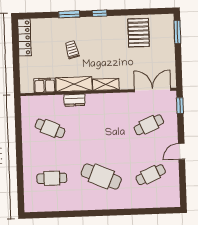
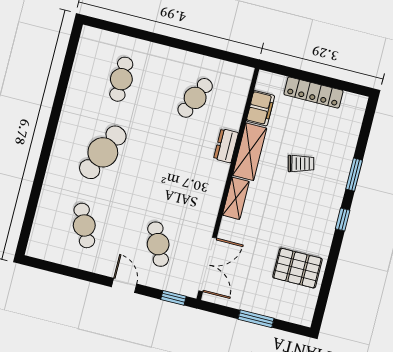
window: (177, 32) -> (256, 319), moved
locker: (24, 38) -> (313, 93), moved
door: (182, 151) -> (124, 285), moved

